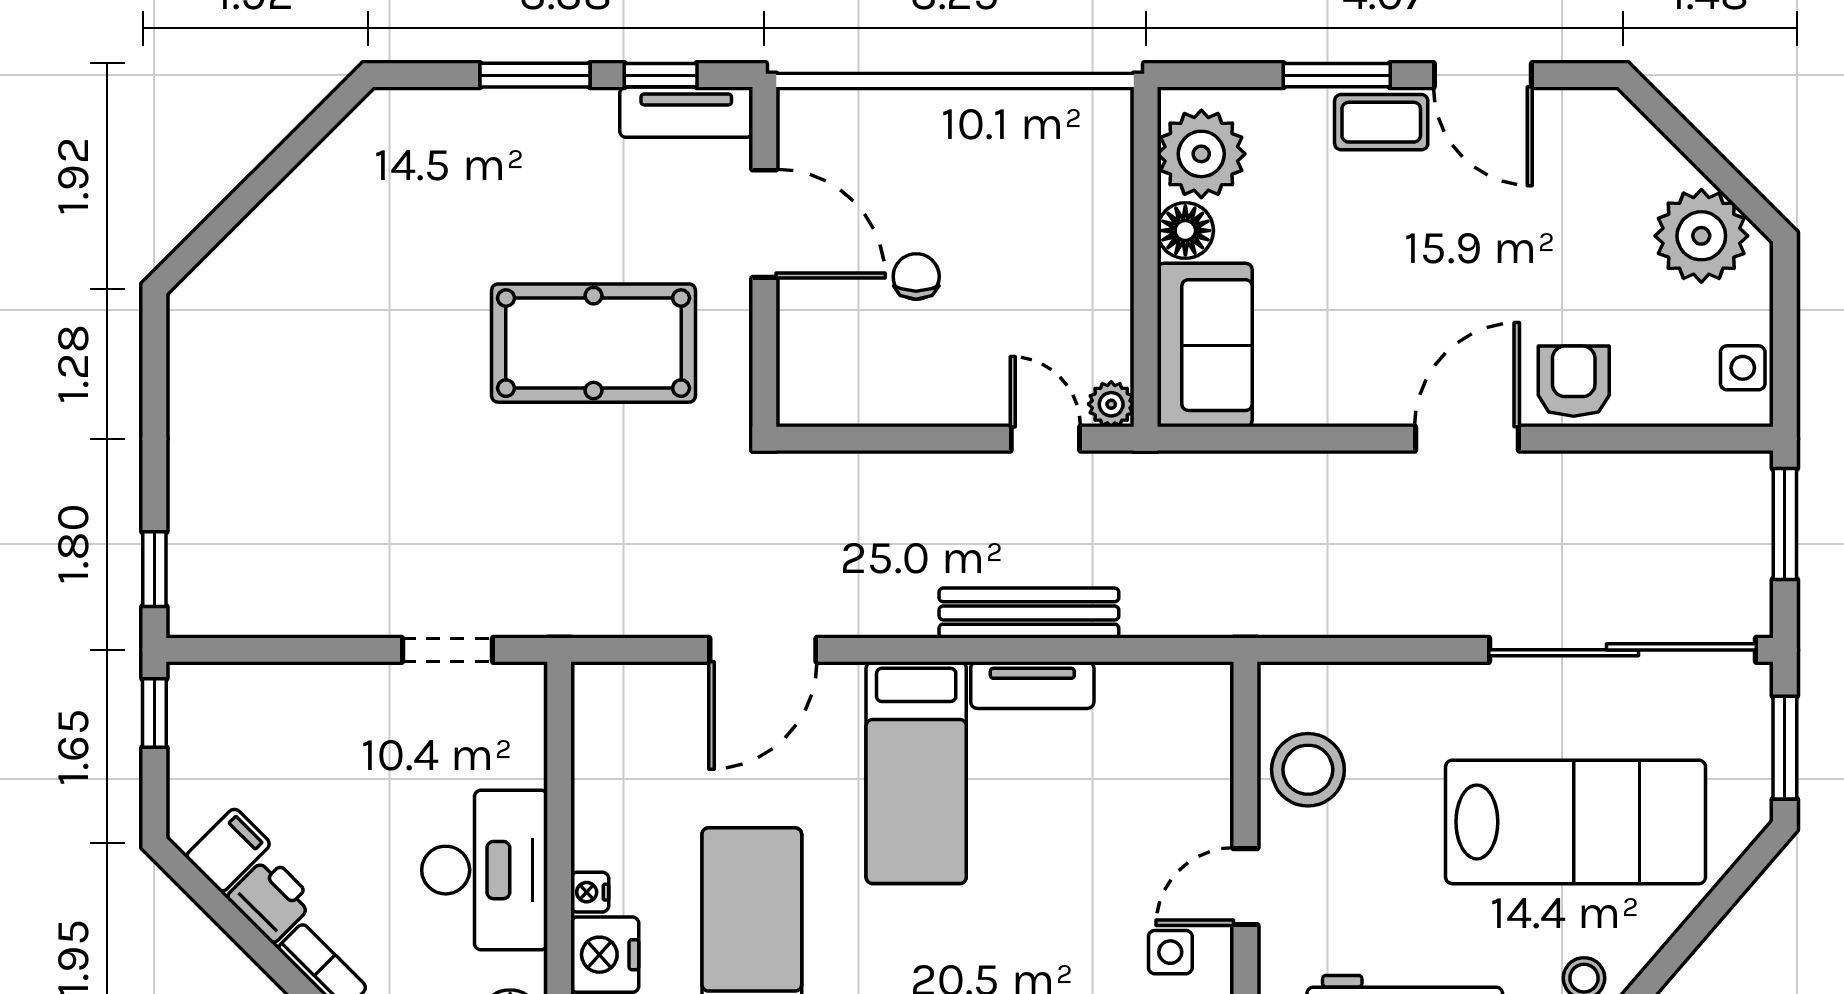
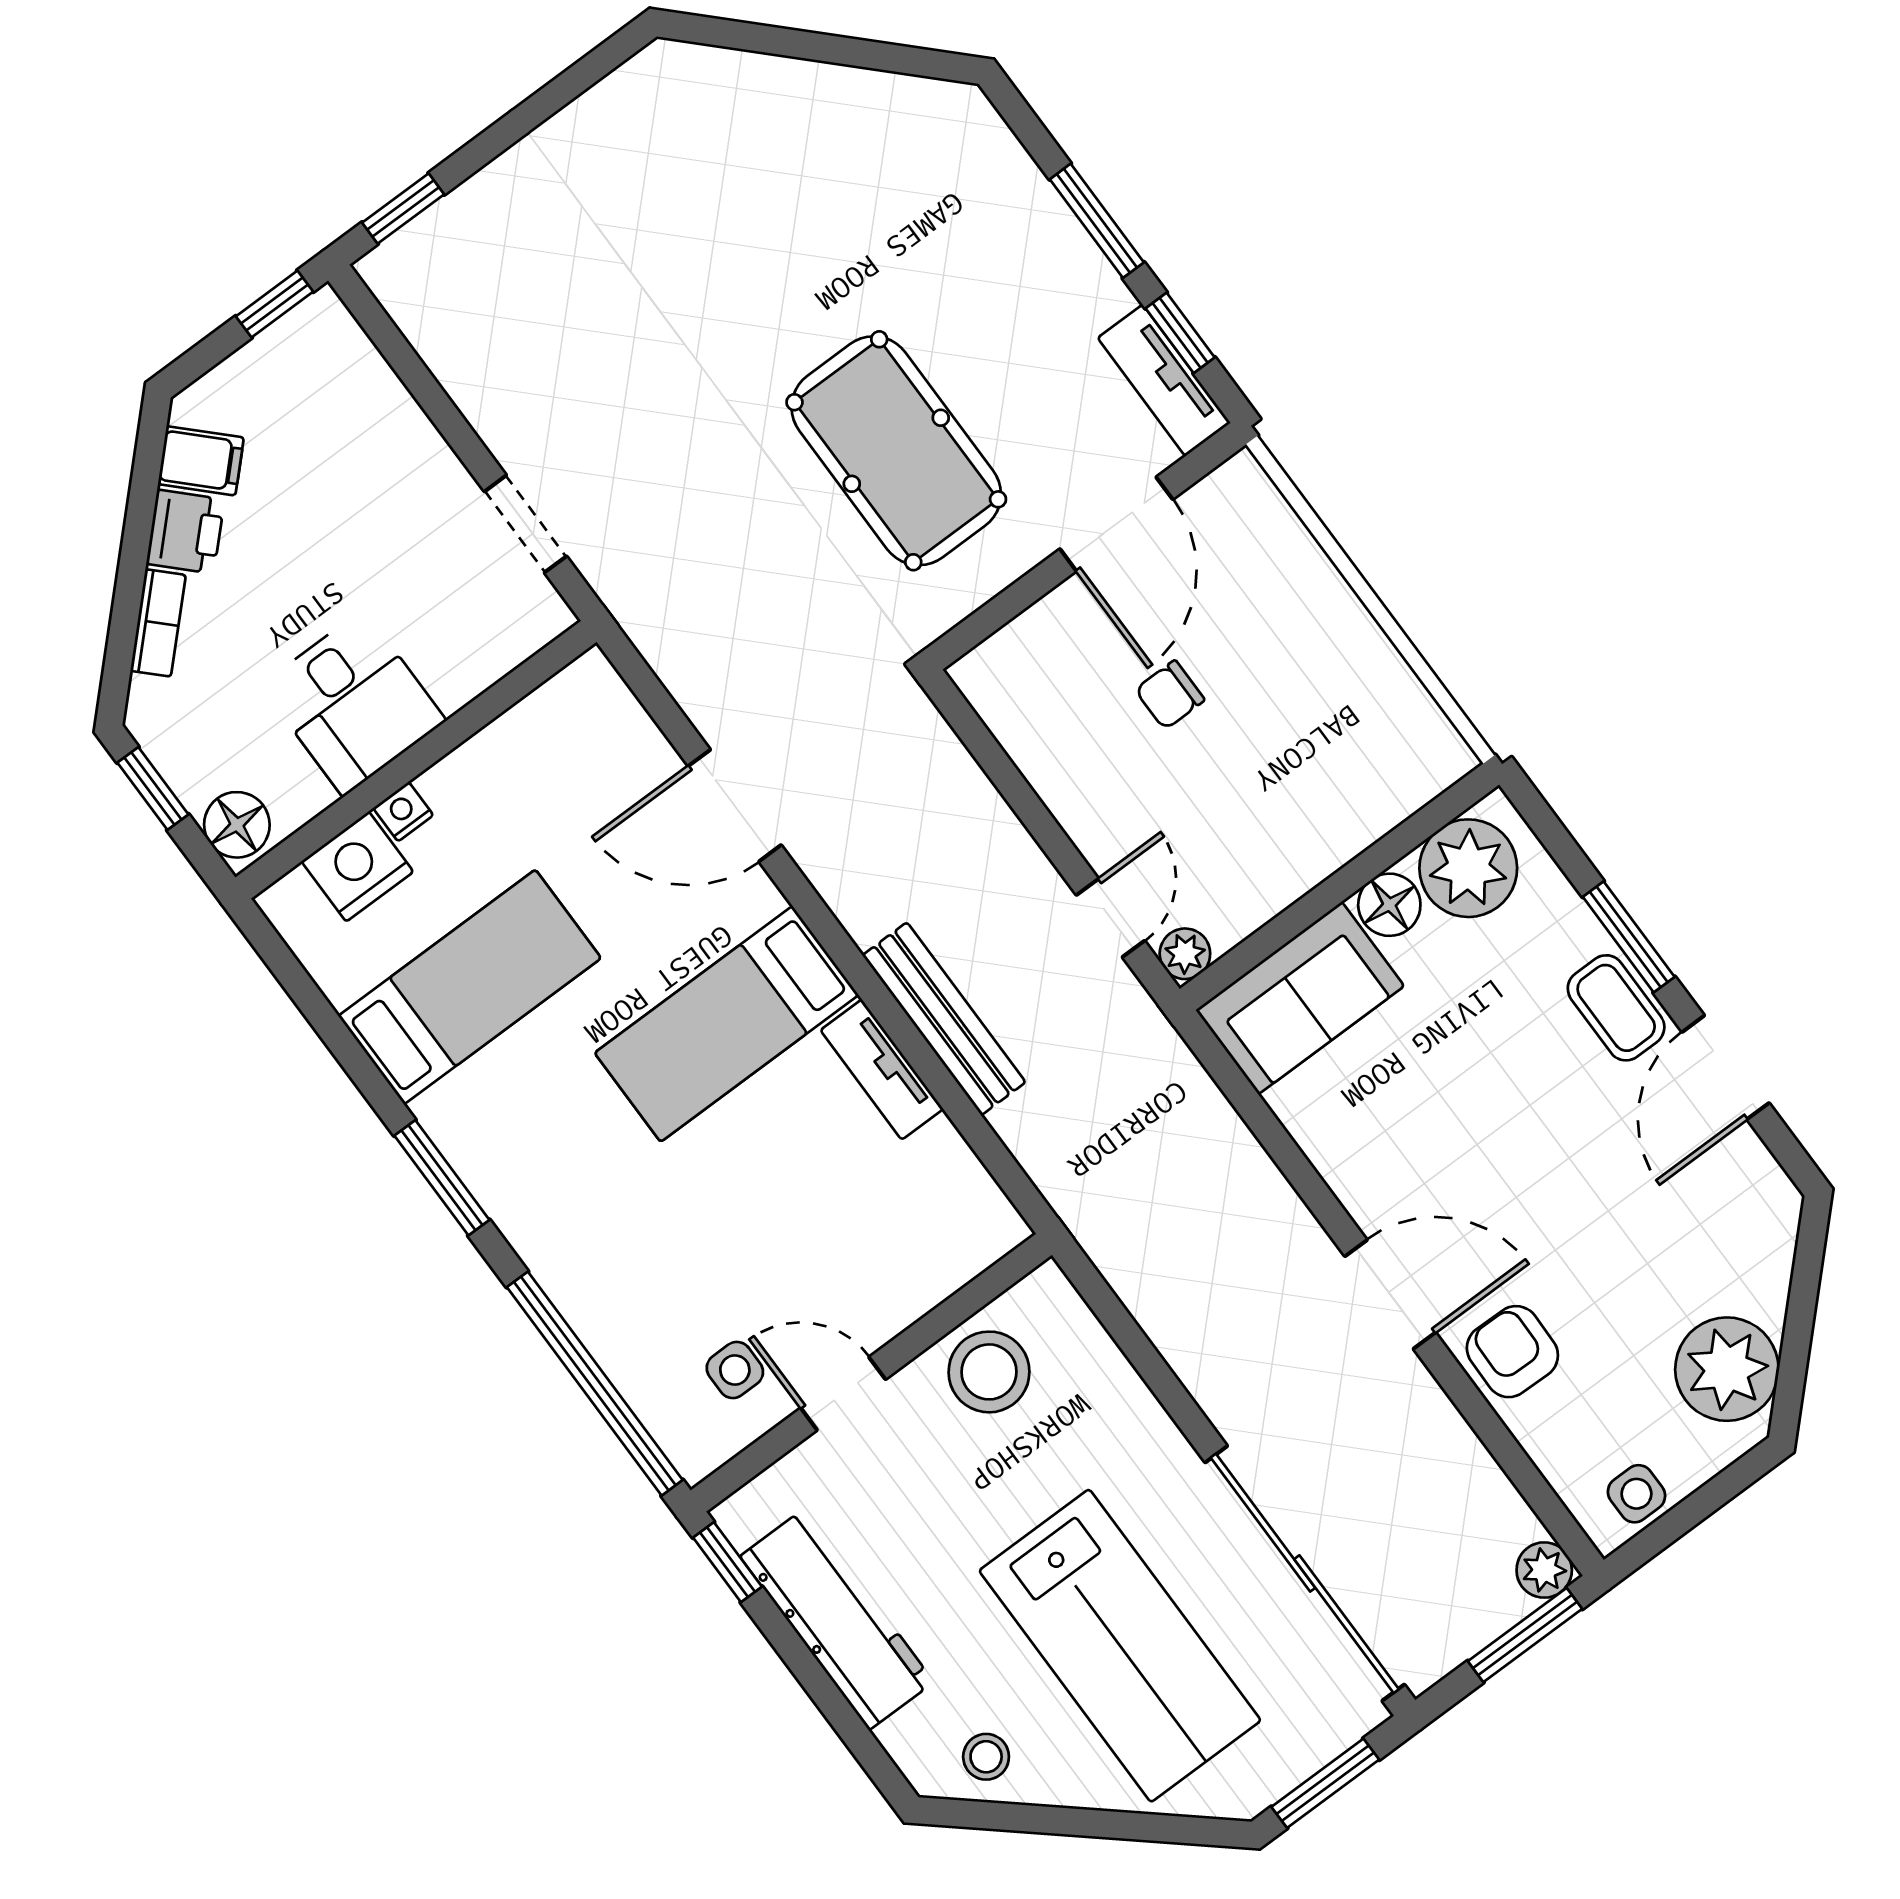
chair: (916, 276) -> (1170, 695), turned 180
armchair: (1574, 381) -> (1512, 1352), turned -89
plant: (1748, 475) -> (1544, 1570), added
desk: (485, 870) -> (353, 703), width x0.73

